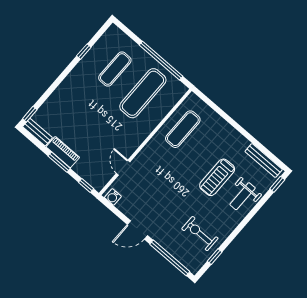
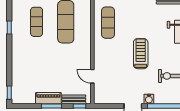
bench: (37, 132) -> (74, 99), moved
treadmill: (217, 177) -> (141, 54), moved, turned 180
water cooler: (113, 197) -> (149, 99), moved

